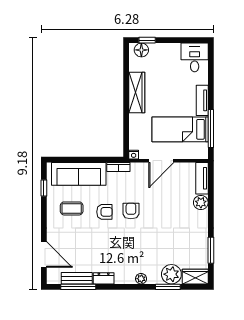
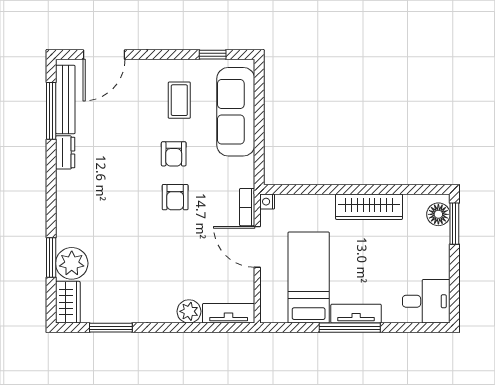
window: (147, 40) -> (454, 224), width x1.50
window: (211, 128) -> (350, 328), moved
bookcase: (118, 167) -> (247, 207), moved
armchair: (131, 211) -> (175, 197), turned 90
bench: (77, 278) -> (65, 100), width x1.36
plant: (141, 279) -> (64, 214), removed

